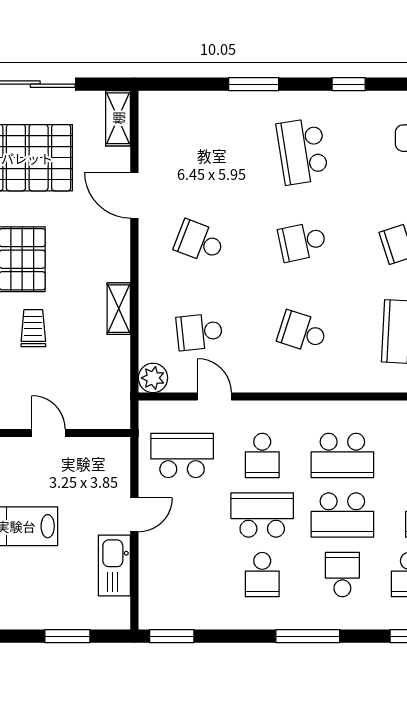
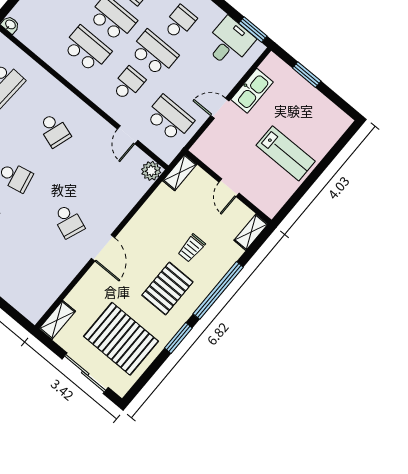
door: (134, 195) -> (103, 248), moved
shelving: (119, 309) -> (180, 172), moved
school desk: (199, 332) -> (107, 175), removed
school desk: (182, 455) -> (170, 118), turned 180
school desk: (262, 515) -> (154, 53), turned 180
desk: (186, 599) -> (229, 42), added

